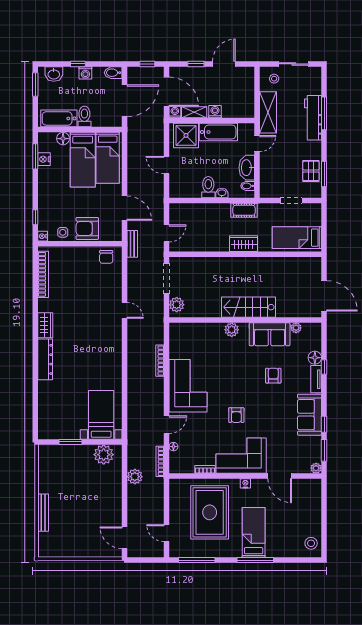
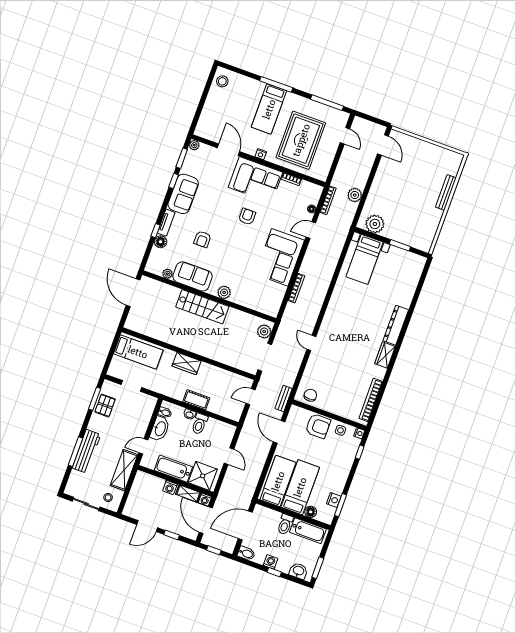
cot: (244, 210) -> (196, 400), moved

